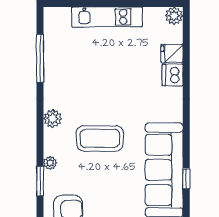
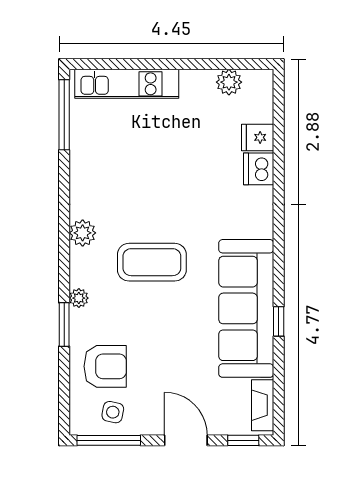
plant: (174, 16) -> (229, 82), moved
kitchen unit: (107, 17) -> (127, 84), moved
window: (40, 58) -> (64, 115), moved

